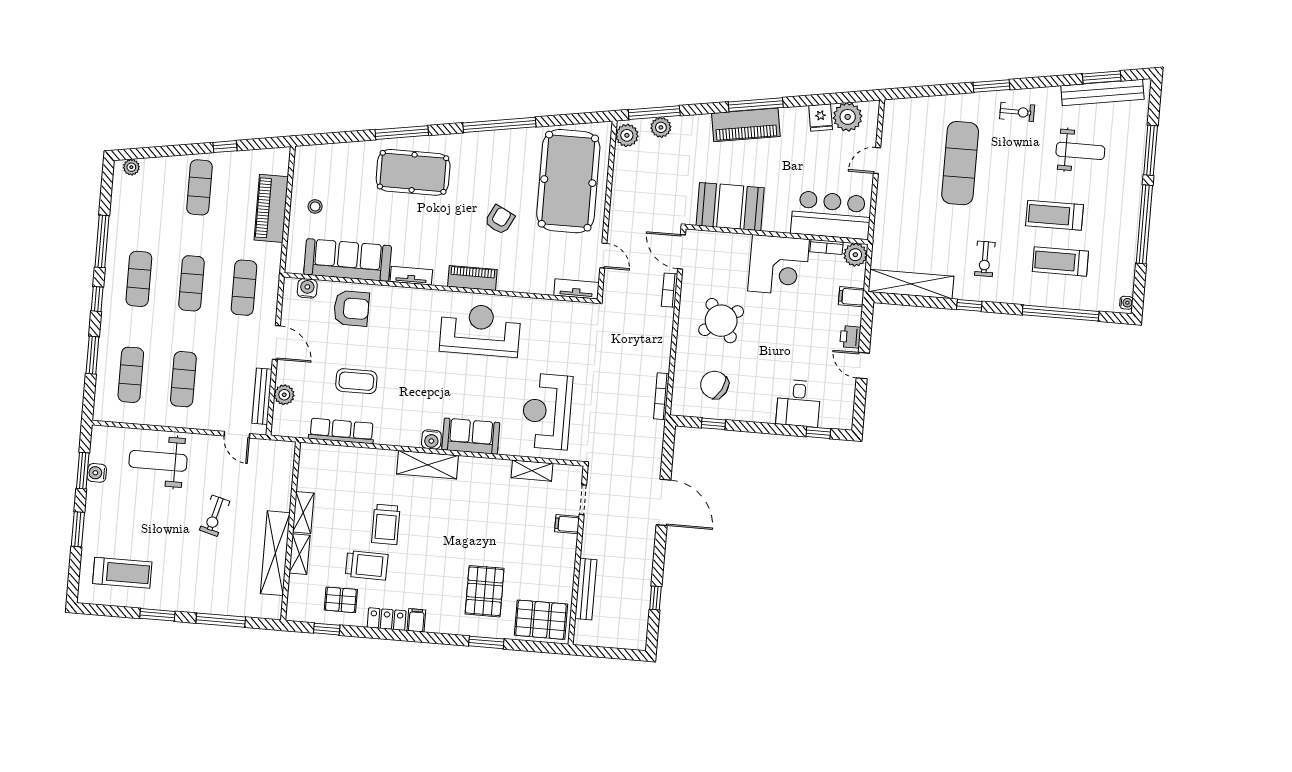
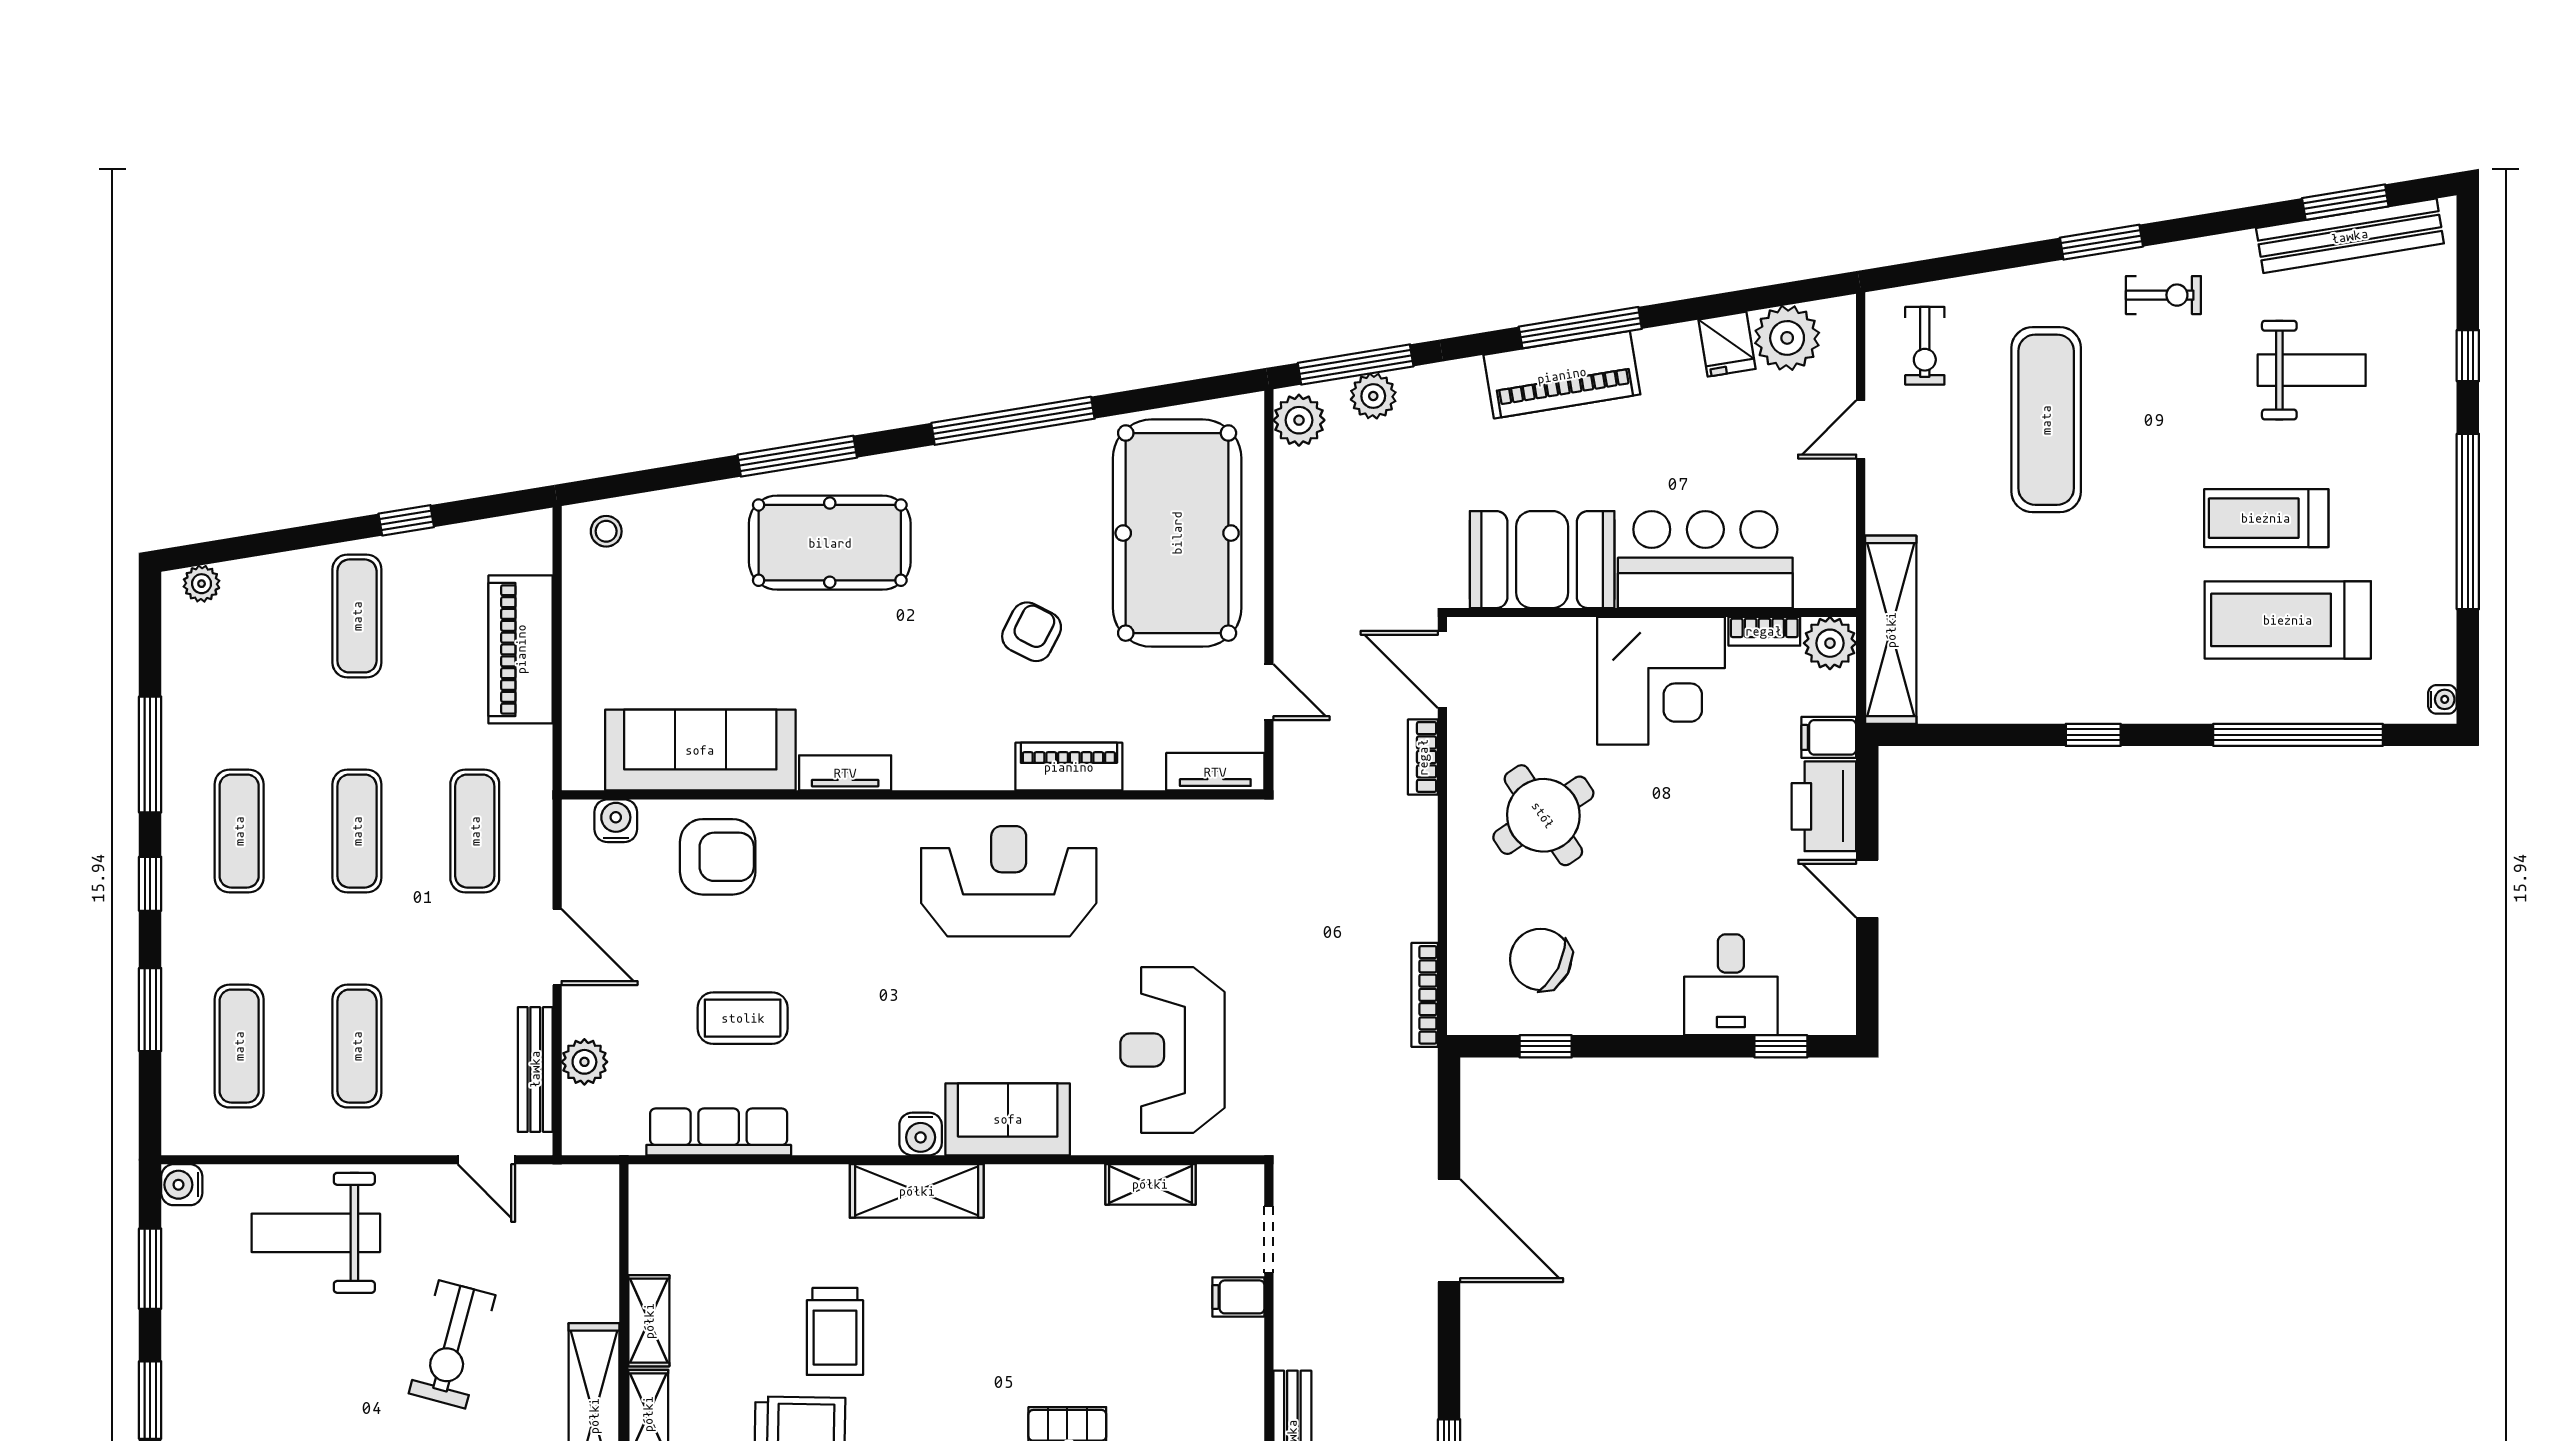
window: (1151, 150) -> (2468, 356), width x0.46
stool: (315, 206) -> (606, 531), moved
bar counter: (831, 215) -> (1705, 560), moved
exercise bike: (985, 259) -> (1925, 346), moved
treadmill: (1060, 261) -> (2288, 620), width x1.37, depth x1.38
piano: (472, 278) -> (1069, 767), moved
shelving: (911, 284) -> (1891, 630), moved, turned 90
printer: (850, 337) -> (1824, 806), width x1.87, depth x1.48
water cooler: (97, 473) -> (182, 1185), moved
exercise bike: (215, 516) -> (452, 1344), width x1.38, depth x1.39

